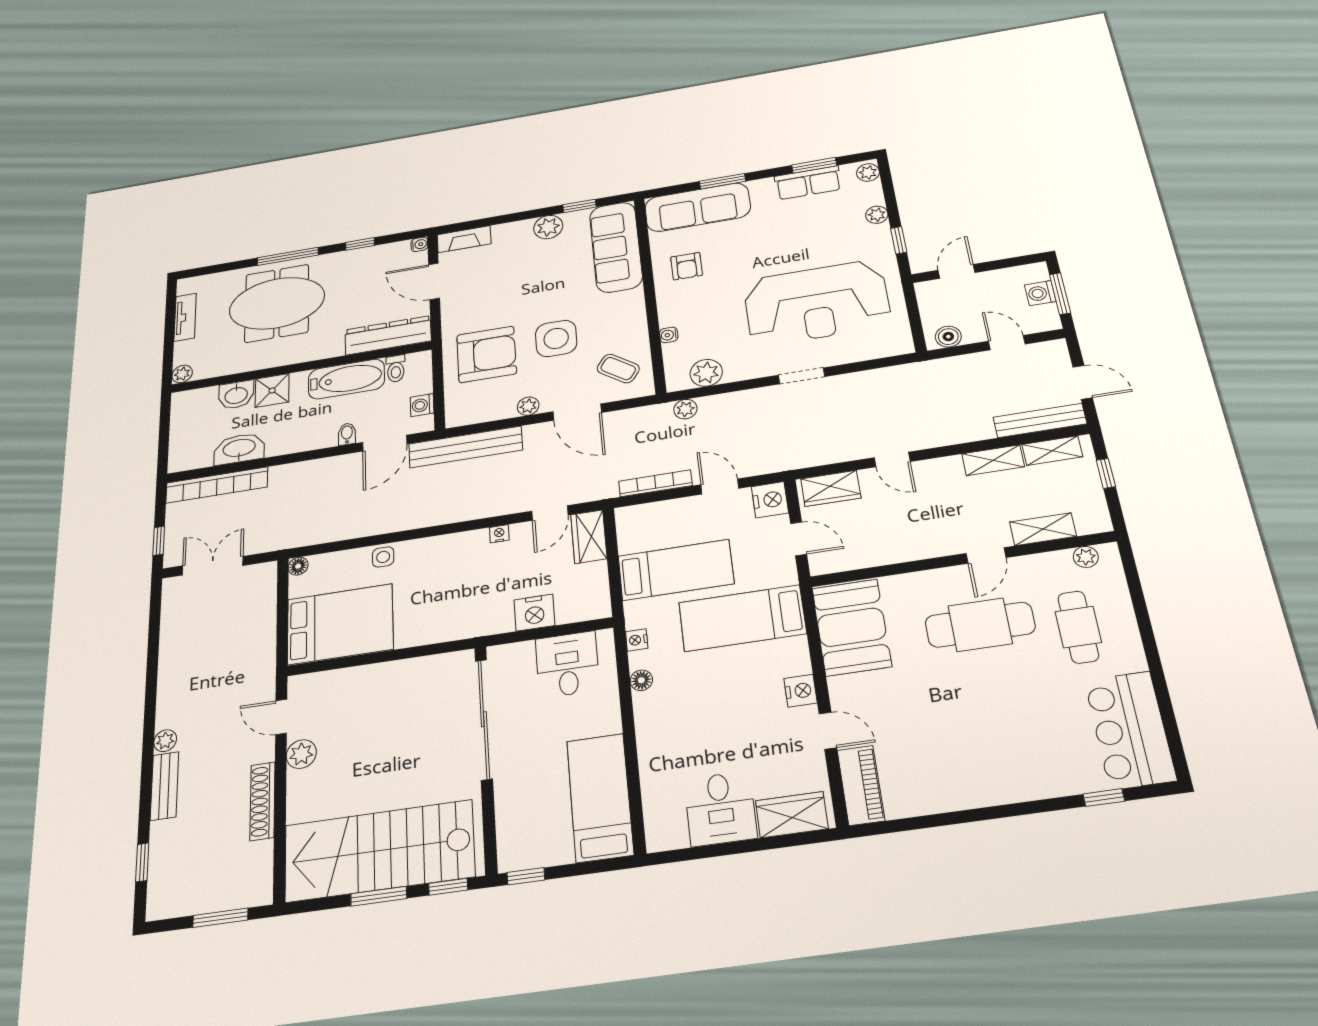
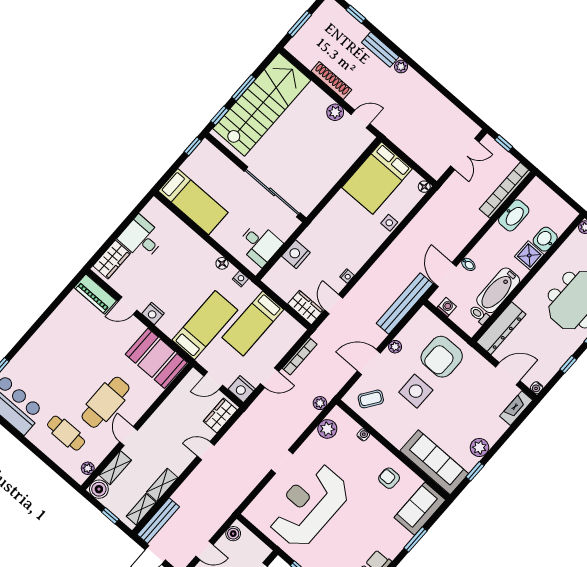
sofa: (698, 207) -> (420, 509), width x0.73
boiler: (1093, 518) -> (99, 489), added

